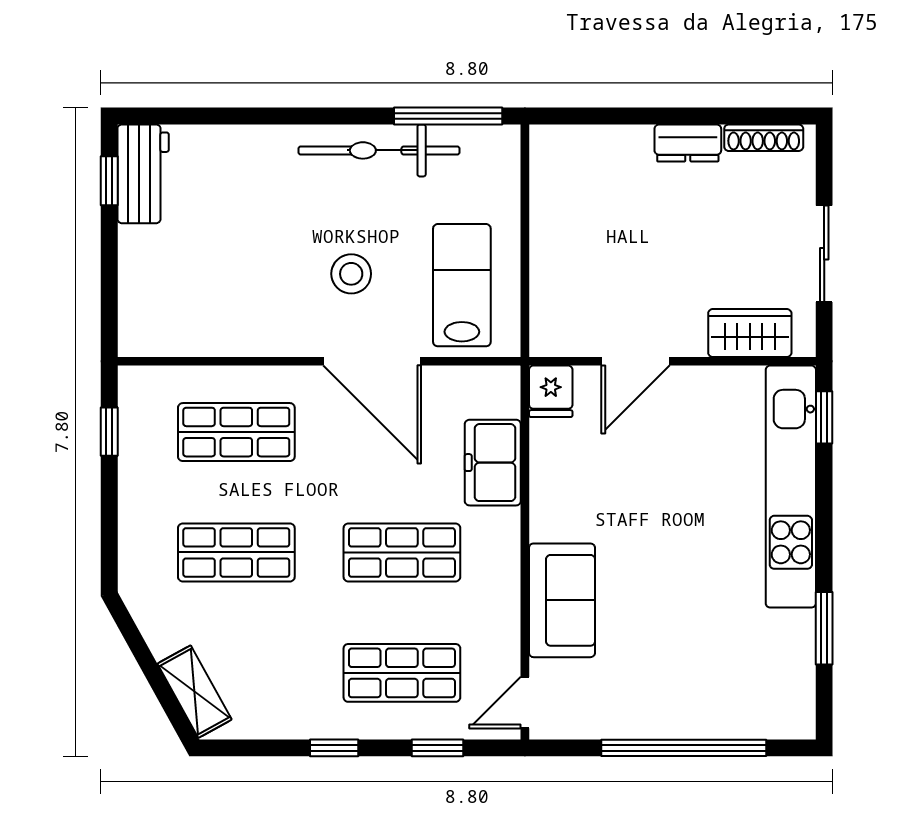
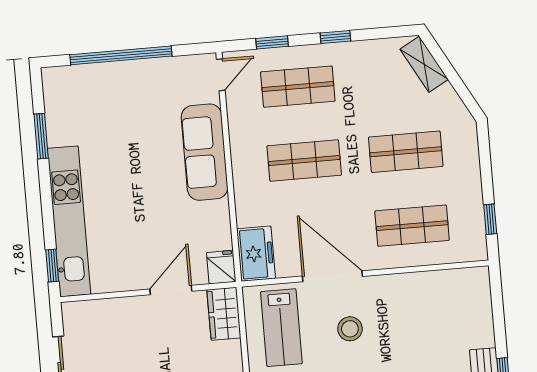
wardrobe: (750, 333) -> (224, 314), moved, turned 90
freezer: (493, 463) -> (256, 254), moved
sofa: (562, 600) -> (205, 152), width x1.36

